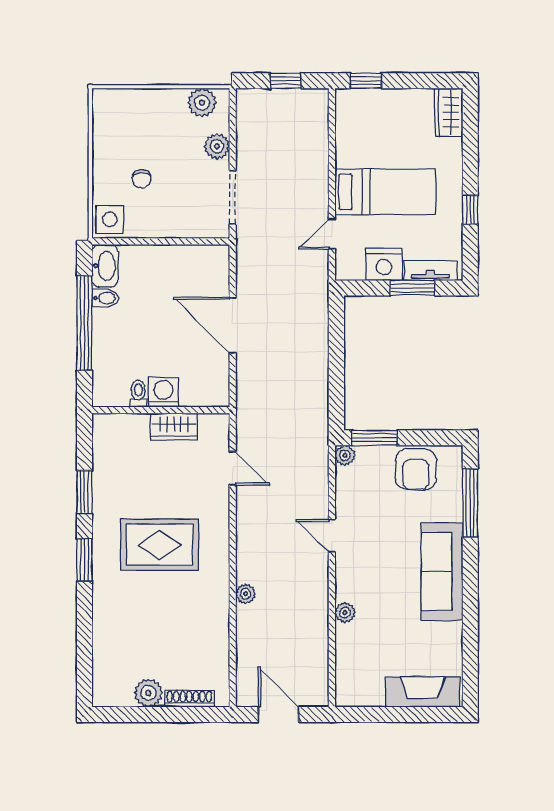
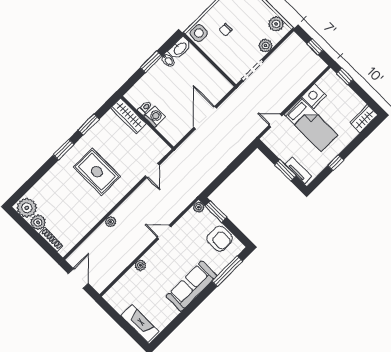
nightstand: (384, 265) -> (314, 96), moved, turned 90
window: (84, 323) -> (151, 62), width x0.47
wardrobe: (174, 427) -> (129, 116), moved, width x1.50
armchair: (416, 469) -> (220, 239), turned -90
door: (332, 536) -> (164, 232), hinge flipped
plant: (114, 688) -> (27, 208), added

